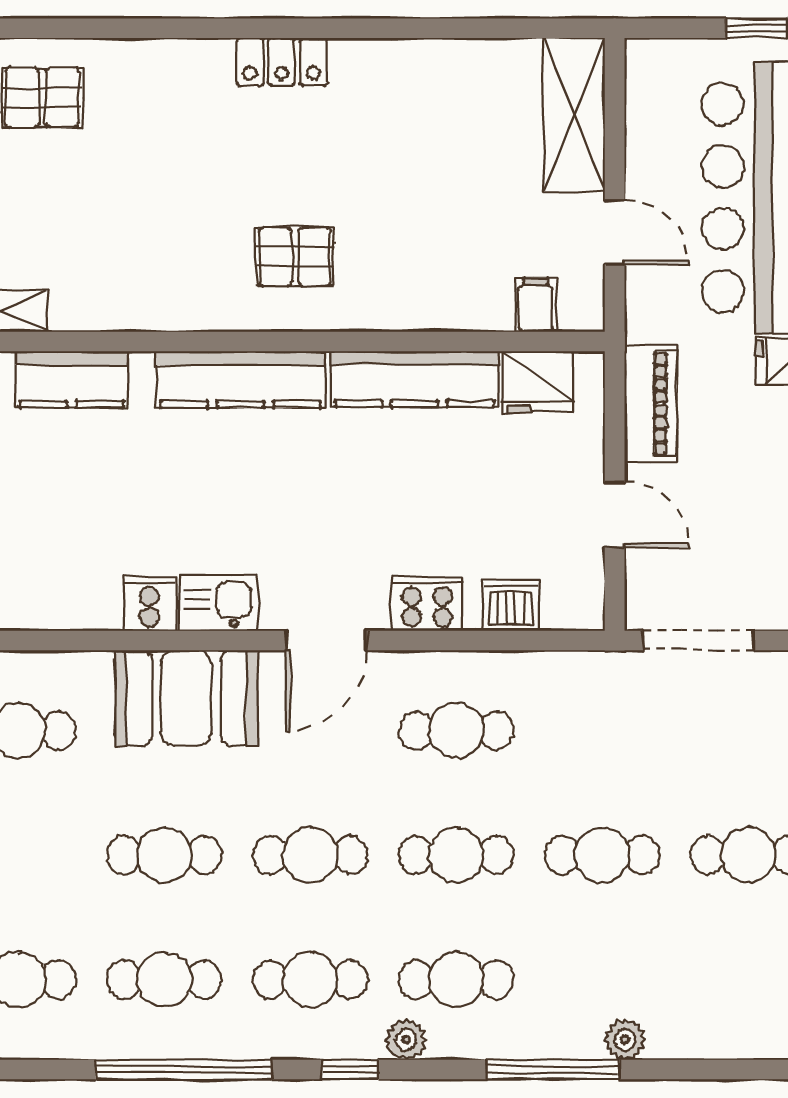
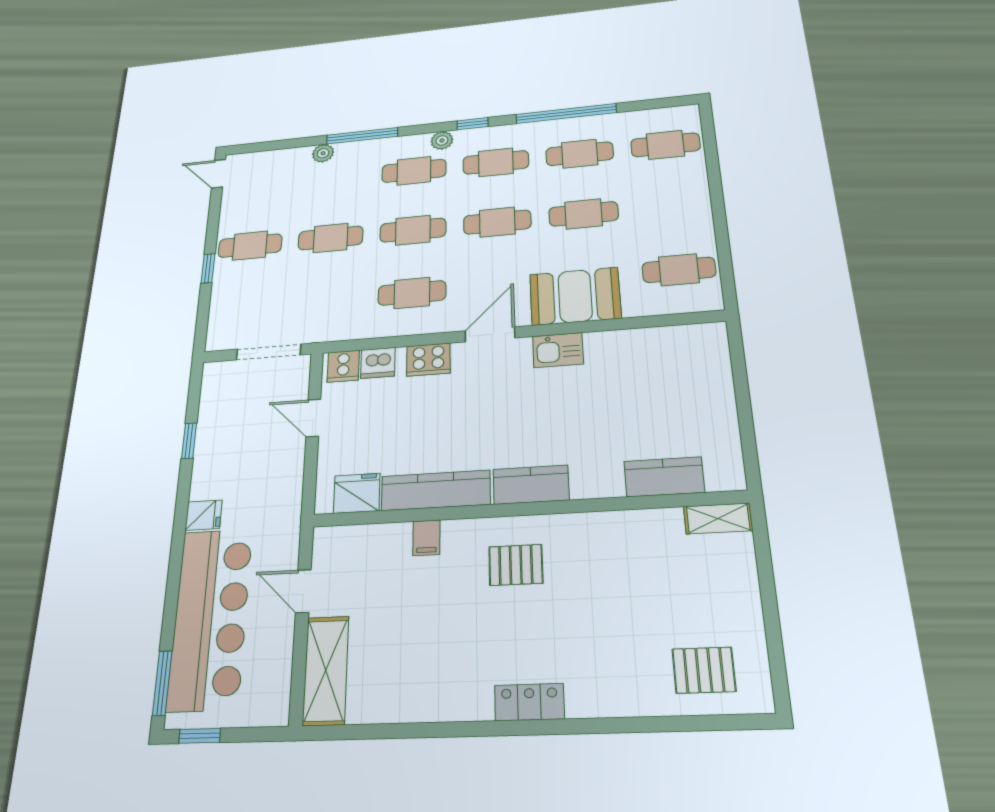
filing cabinet: (536, 305) -> (426, 538), moved
kitchen counter: (240, 379) -> (531, 485), width x0.67
piano: (650, 404) -> (287, 484), removed
cooker: (149, 603) -> (343, 366), moved

